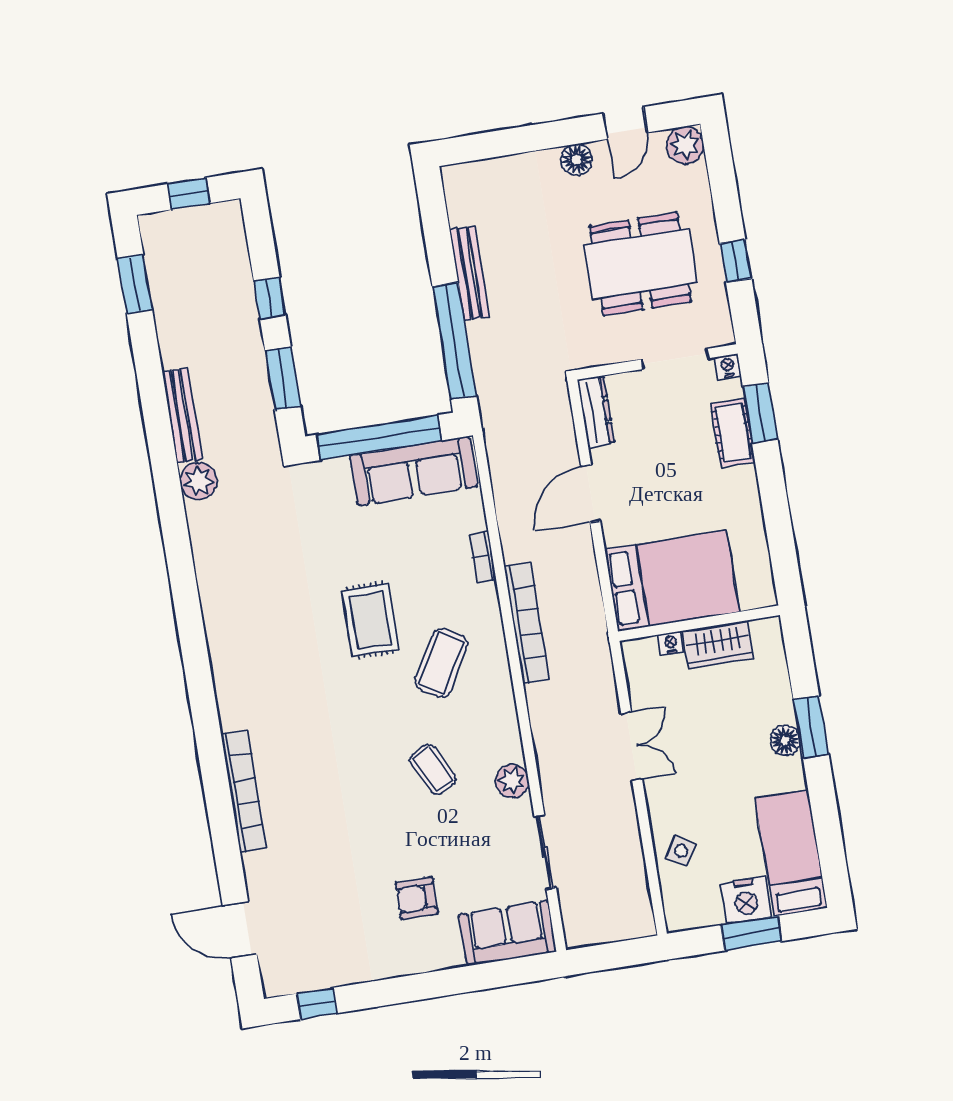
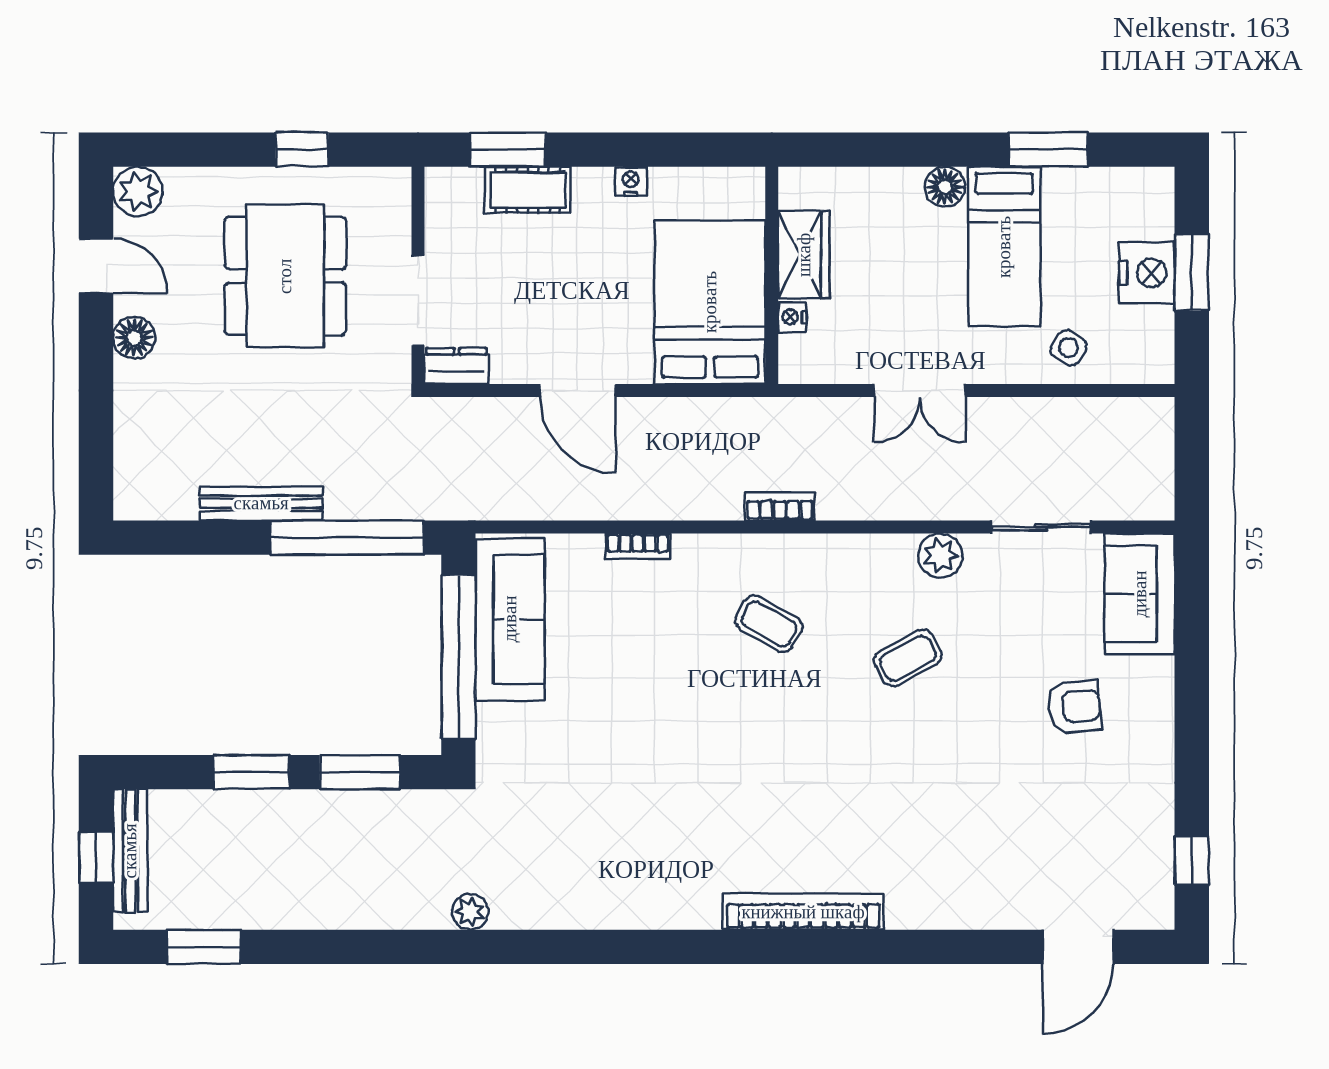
window: (270, 298) -> (251, 772), width x1.50
doorway: (675, 359) -> (418, 300), moved
nightstand: (728, 366) -> (631, 181), moved, turned 90
dresser: (596, 412) -> (457, 366), width x0.70
bench: (182, 415) -> (130, 851), moved, turned 90
plant: (199, 481) -> (470, 912), width x0.73, depth x0.73
rug: (370, 620) -> (698, 709), removed
bookcase: (527, 623) -> (780, 507), width x0.43, depth x0.76
coffee table: (441, 663) -> (769, 624), width x0.73, depth x0.77
window: (811, 727) -> (1049, 150), moved
double door: (632, 746) -> (920, 391), swing flipped
bookcase: (244, 791) -> (803, 912), moved
bed: (791, 853) -> (1004, 247), moved, turned -90
armchair: (417, 898) -> (1074, 707), turned -95

